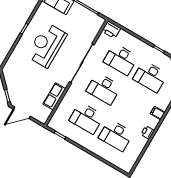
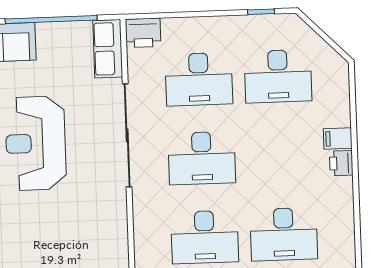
row of seats: (54, 96) -> (108, 49), moved
printer: (148, 132) -> (341, 163), moved

